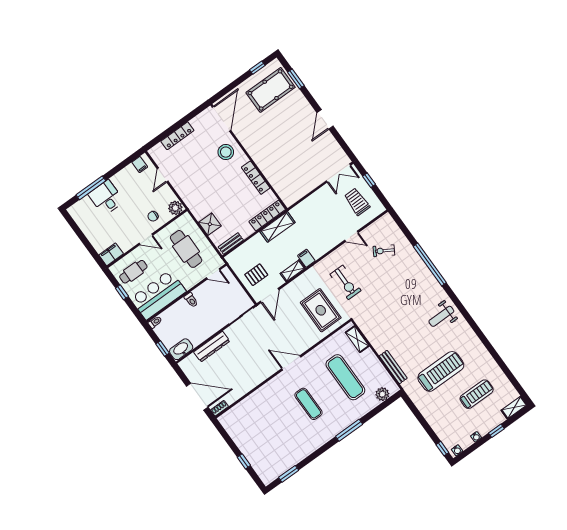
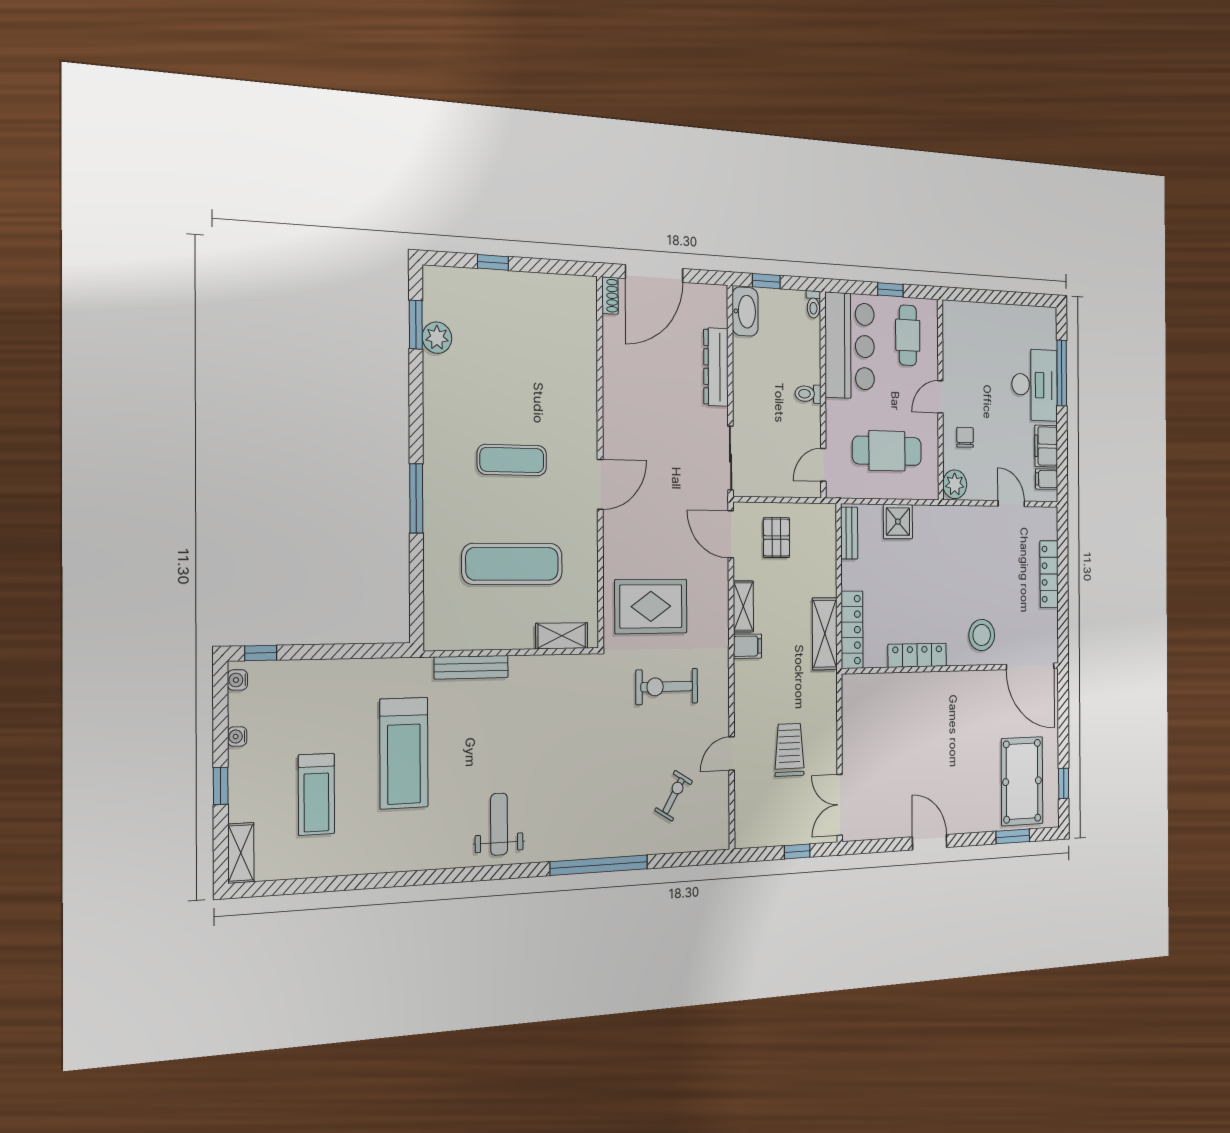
desk: (106, 198) -> (1035, 385), width x1.37
trolley: (357, 202) -> (789, 750), moved, turned -90
filing cabinet: (111, 254) -> (1046, 446), moved, turned 180
plant: (382, 394) -> (437, 338), moved

